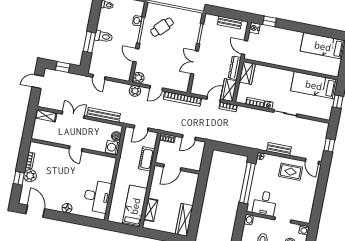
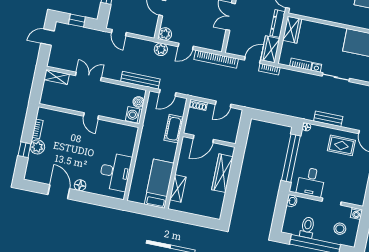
bench: (104, 115) -> (140, 80), moved
door: (35, 211) -> (59, 192), moved
wardrobe: (184, 220) -> (222, 173), moved

